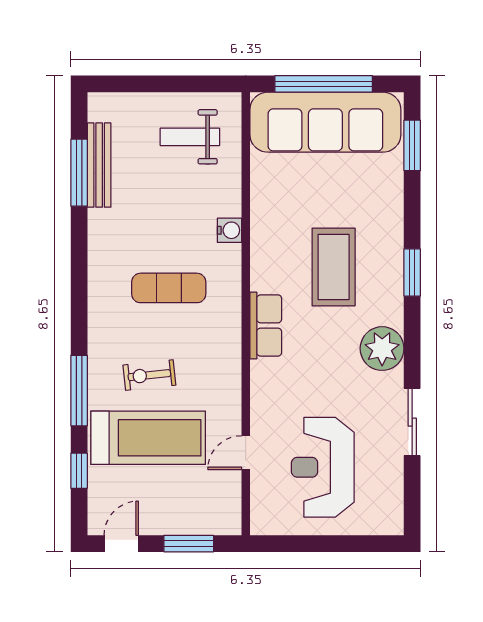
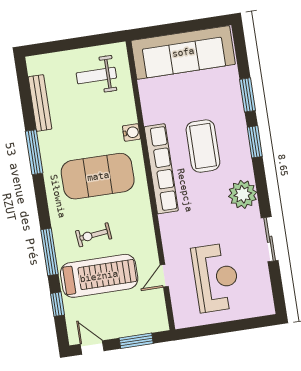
window: (324, 84) -> (178, 28), removed
window: (412, 145) -> (248, 95), moved
window: (79, 173) -> (34, 152), moved
exercise mat: (169, 288) -> (98, 176), width x2.00, depth x1.45
row of seats: (266, 325) -> (161, 169), width x2.02
reception desk: (323, 467) -> (216, 278), turned 180
door: (121, 544) -> (92, 348), hinge flipped

